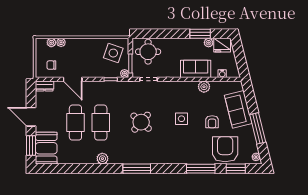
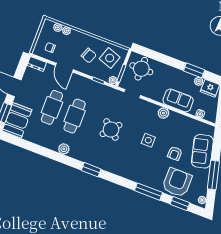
chair: (92, 58) -> (89, 55), added
plant: (204, 87) -> (163, 113), moved
window: (137, 169) -> (91, 170), width x0.69

